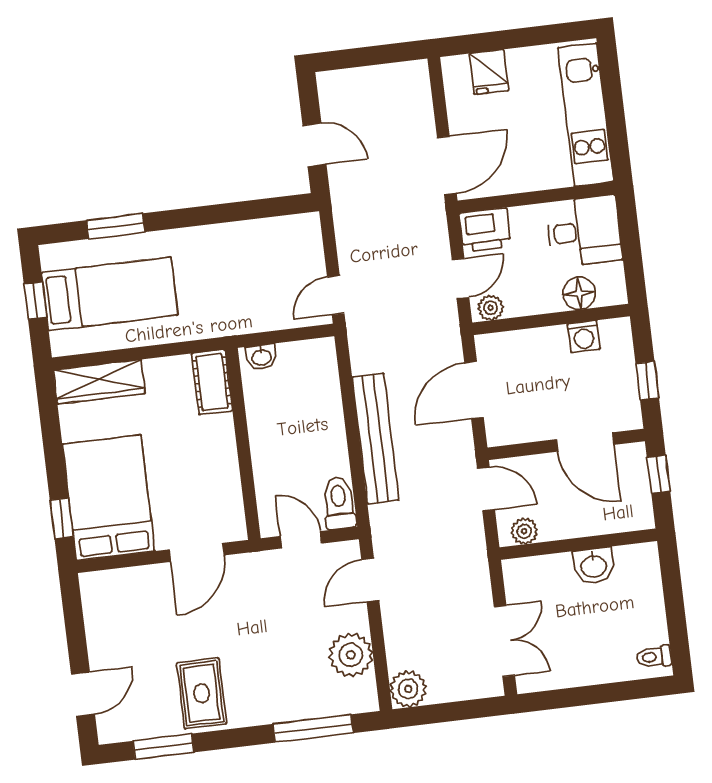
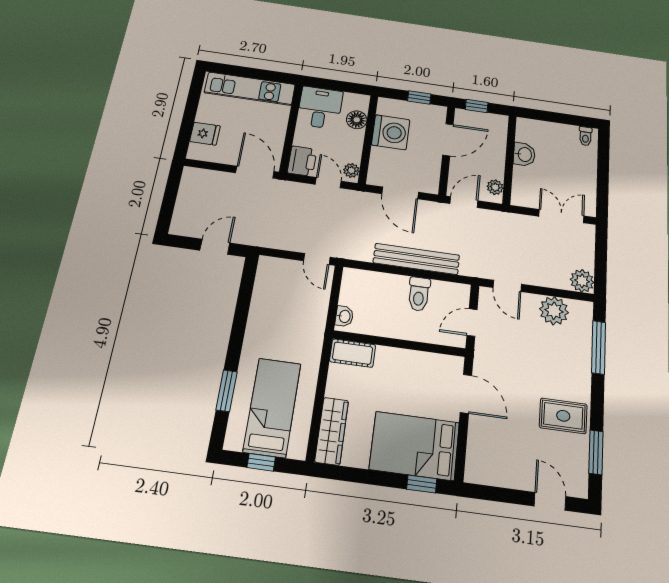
washing machine: (584, 336) -> (391, 132), width x1.89, depth x1.89
toilet: (339, 503) -> (419, 294), moved, turned -90

